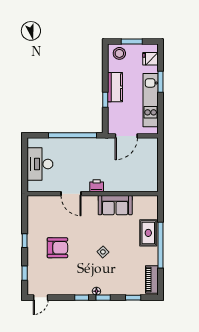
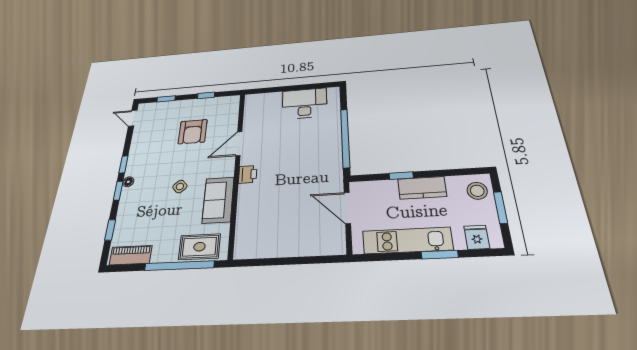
printer: (97, 186) -> (248, 174), moved
door: (71, 194) -> (239, 144), moved
wall: (93, 194) -> (237, 170), moved
sofa: (115, 205) -> (218, 200), moved

